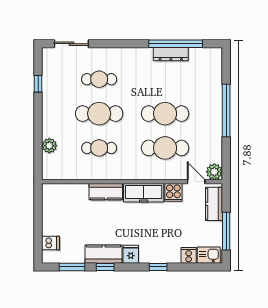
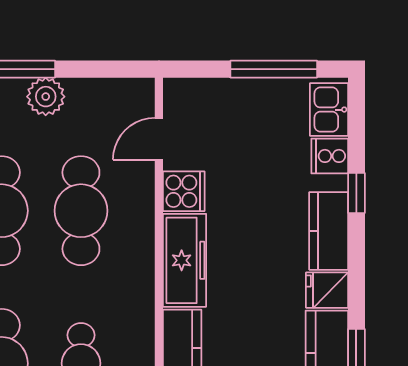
plant: (214, 172) -> (46, 97), moved
kitchen counter: (214, 204) -> (329, 231), moved, turned 90
window: (158, 267) -> (356, 193), moved

